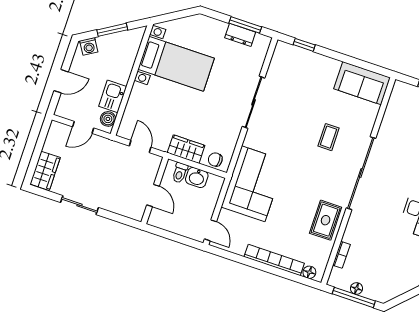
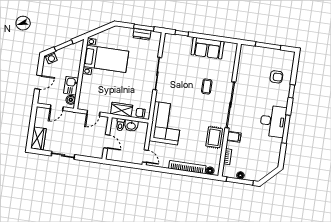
sofa: (362, 83) -> (207, 48), moved
door: (140, 147) -> (93, 113), swing flipped
filing cabinet: (357, 225) -> (234, 137), added

